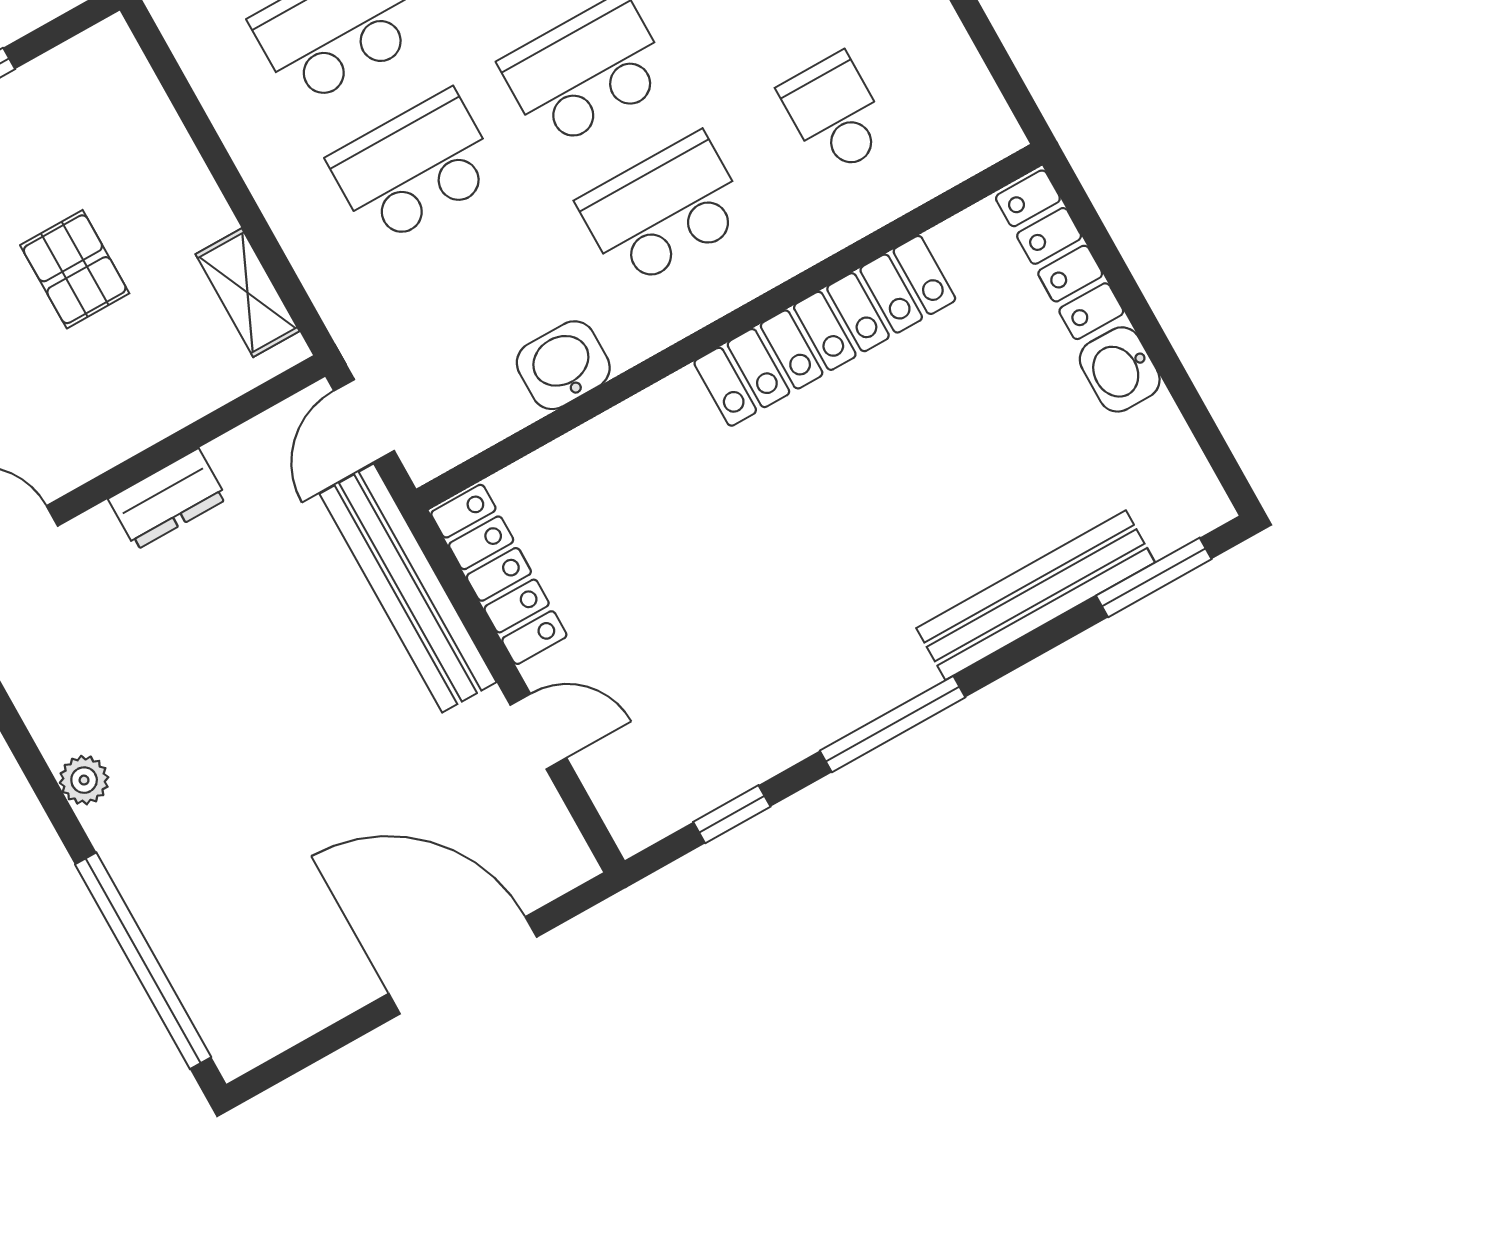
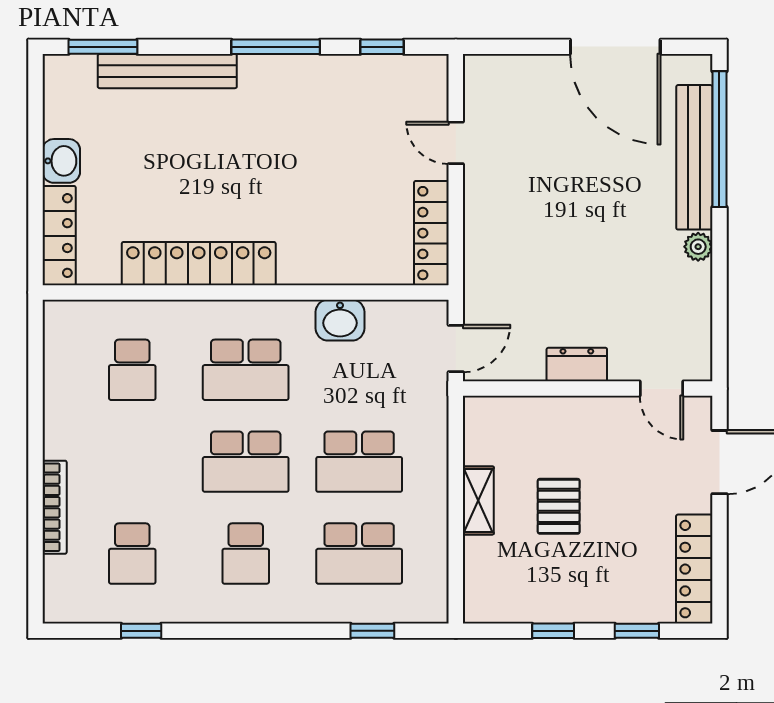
shelving: (248, 293) -> (478, 500), moved
bench: (408, 588) -> (694, 157), moved
door: (463, 965) -> (615, 47), moved

